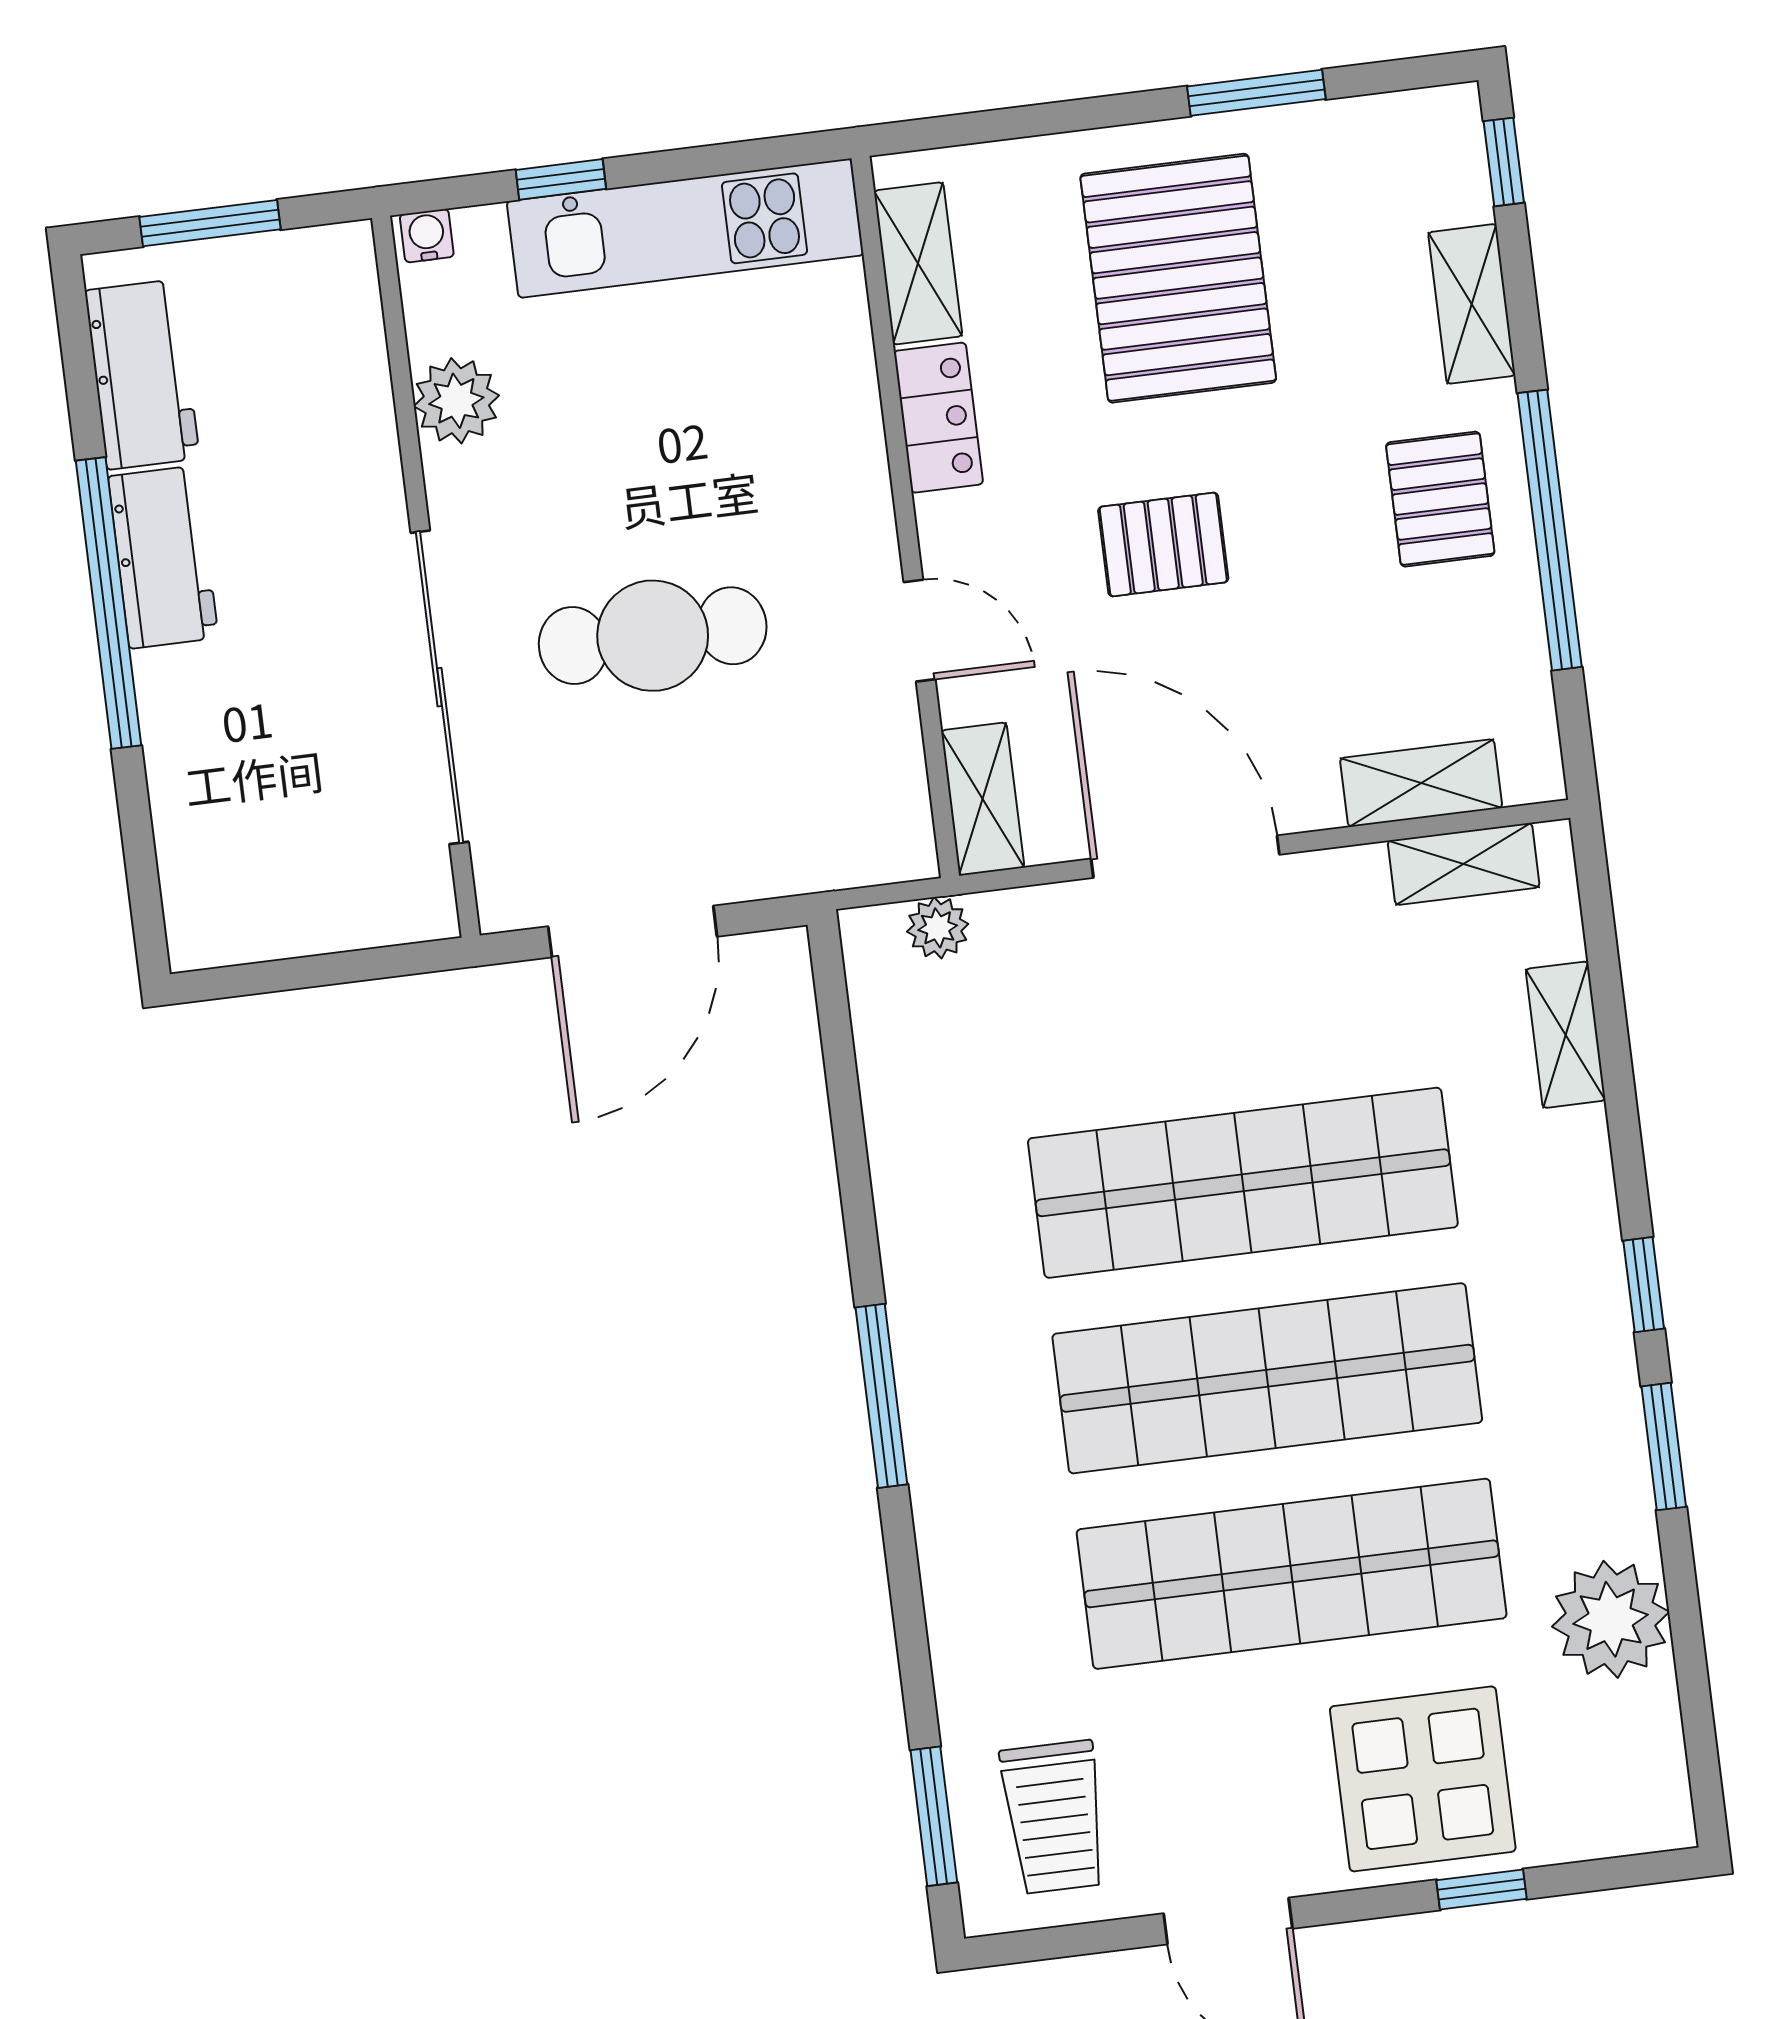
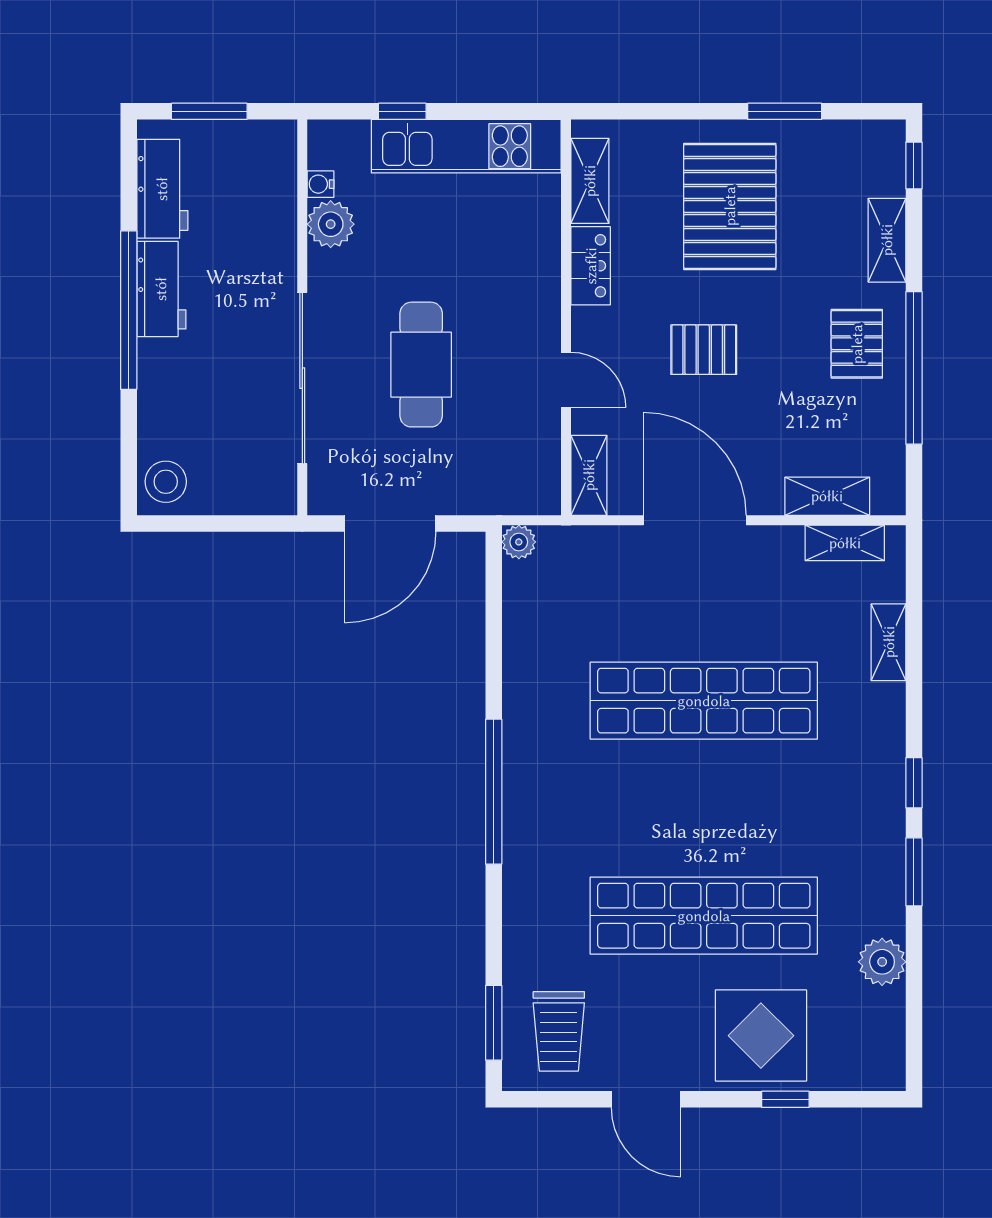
water cooler: (427, 236) -> (320, 184), moved, turned -90
cafe table: (653, 636) -> (421, 365), turned 90
stool: (215, 907) -> (166, 482), added
plant: (938, 928) -> (519, 542), moved
shop shelf: (1267, 1378) -> (704, 808), removed
window: (881, 1396) -> (494, 792), width x1.46
plant: (1611, 1619) -> (882, 962), width x0.73, depth x0.73

